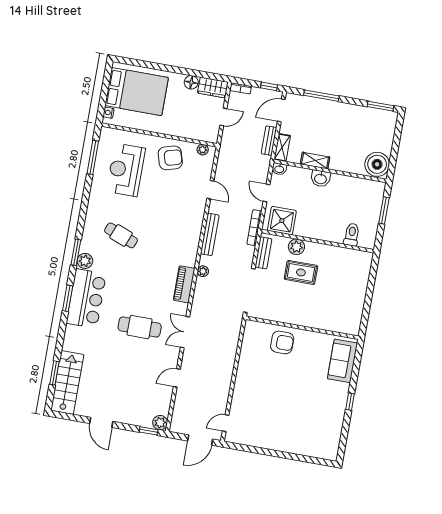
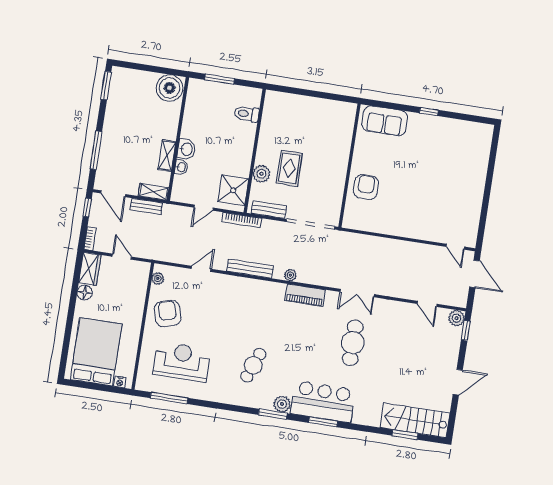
washbasin: (279, 169) -> (181, 167), moved
reception desk: (126, 170) -> (182, 362), turned 180
door: (177, 378) -> (427, 304), moved

